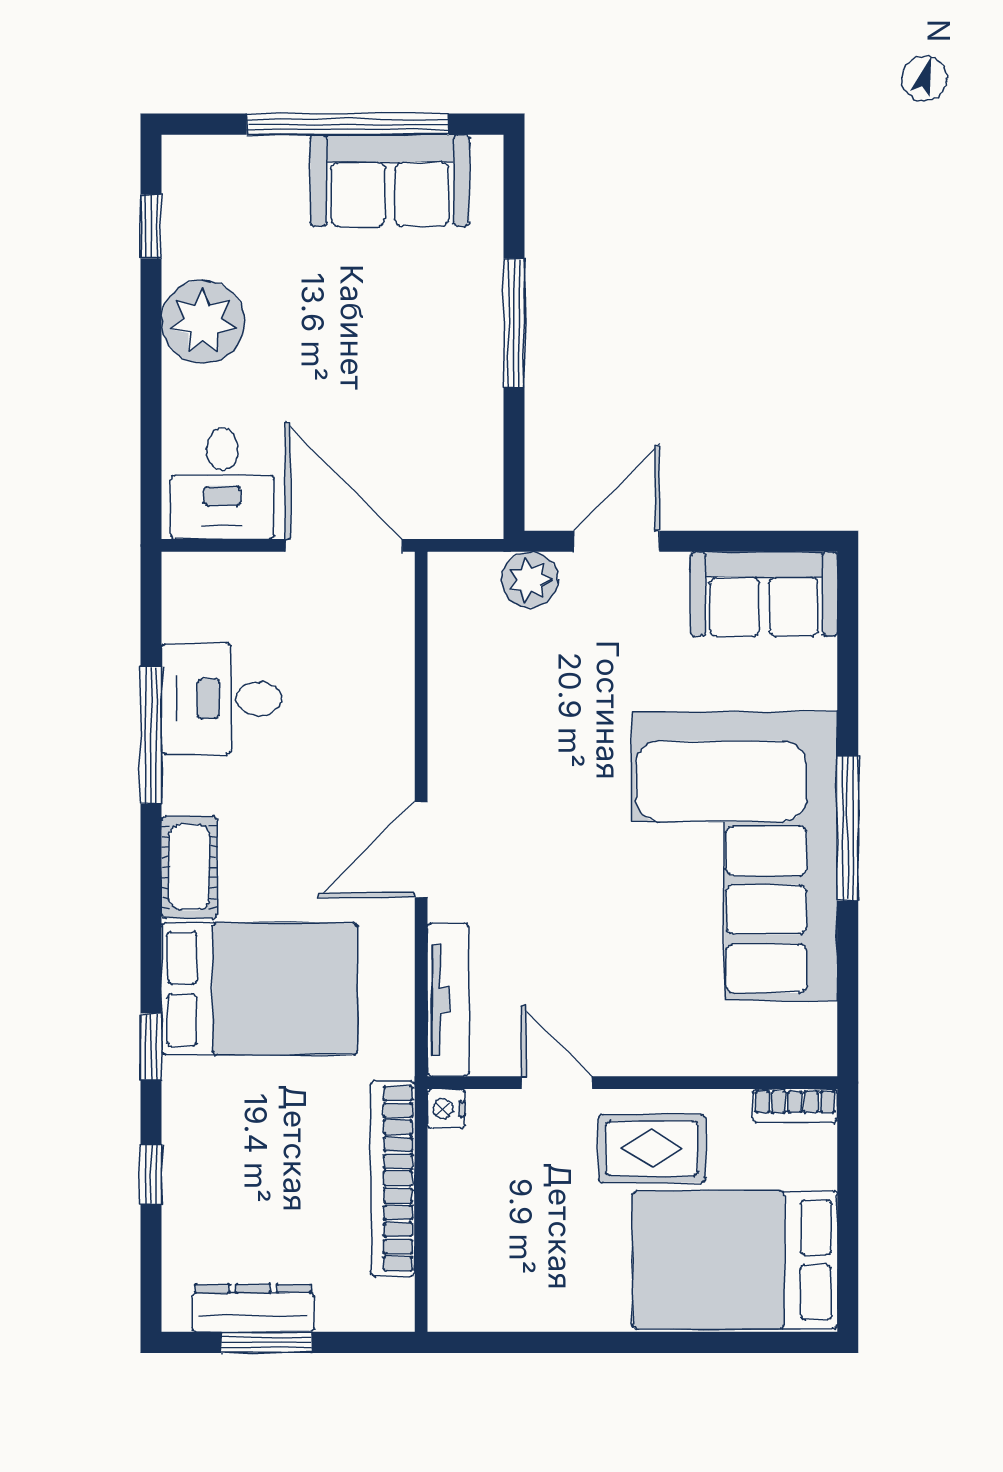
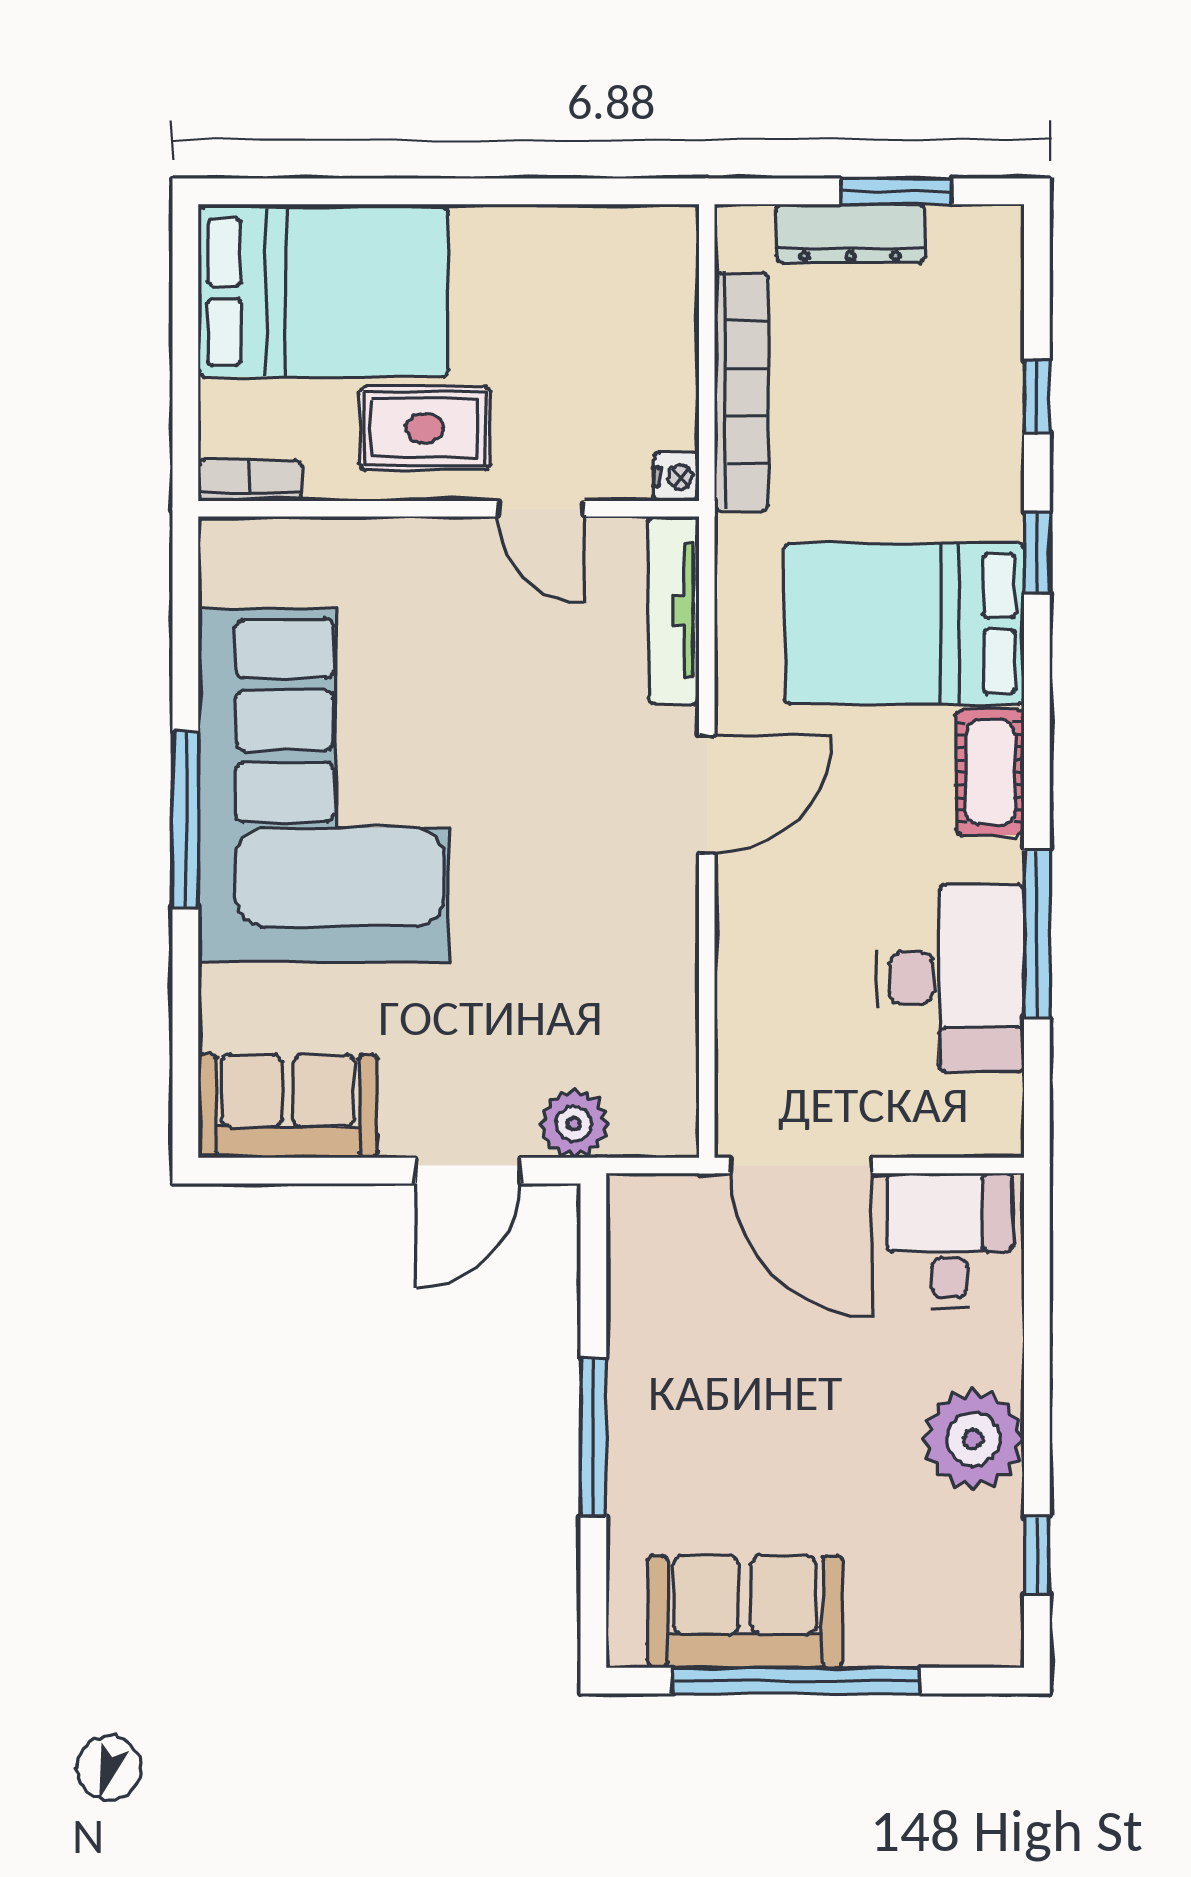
desk: (222, 699) -> (951, 978), width x1.37
dresser: (253, 1308) -> (850, 233), moved

